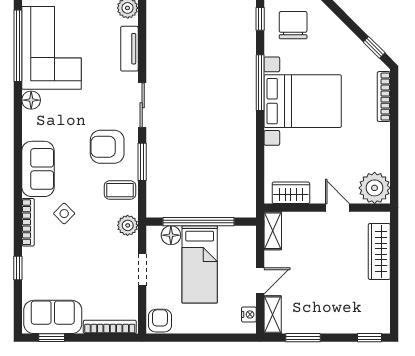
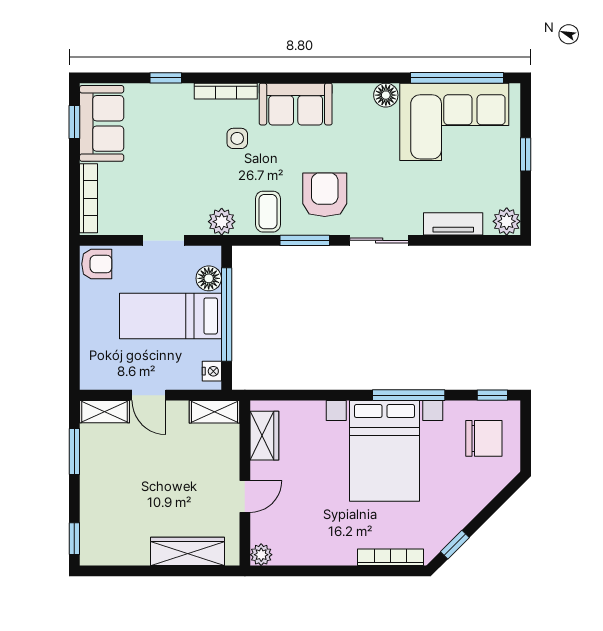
plant: (375, 188) -> (261, 555), width x0.53, depth x0.53
side table: (64, 214) -> (237, 138), turned 45
nightstand: (249, 314) -> (212, 371), moved, turned -90

